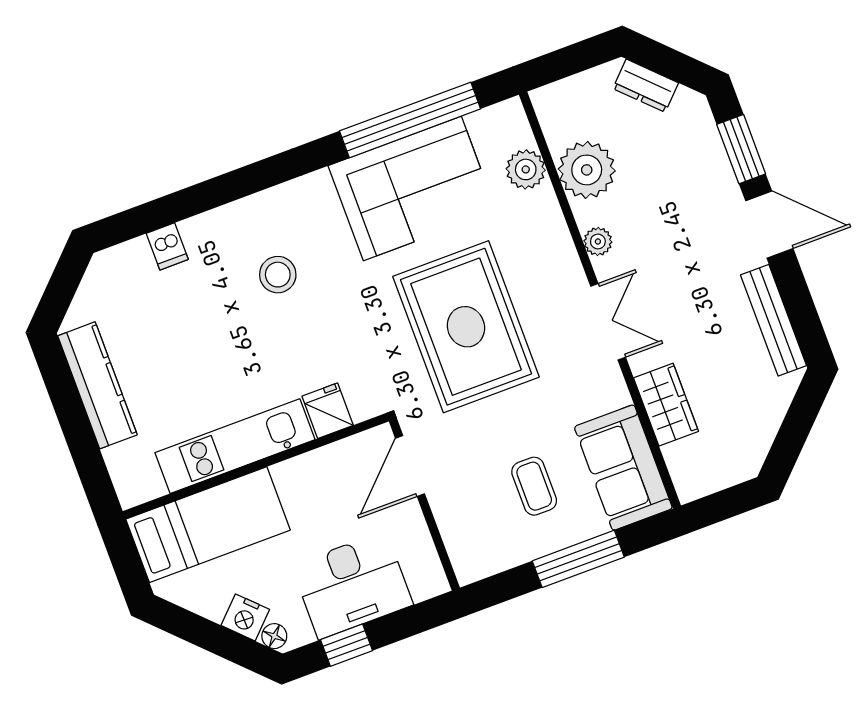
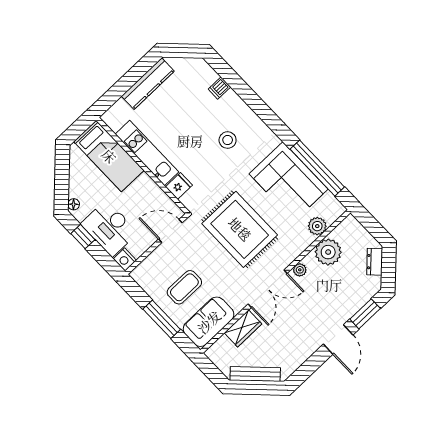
bench: (773, 320) -> (255, 374), moved, turned 45
double door: (608, 322) -> (268, 289), width x1.37
rug: (466, 327) -> (240, 229), turned 90
coffee table: (534, 486) -> (184, 287), width x1.36, depth x1.30
nightstand: (245, 617) -> (125, 260), moved, turned -45

